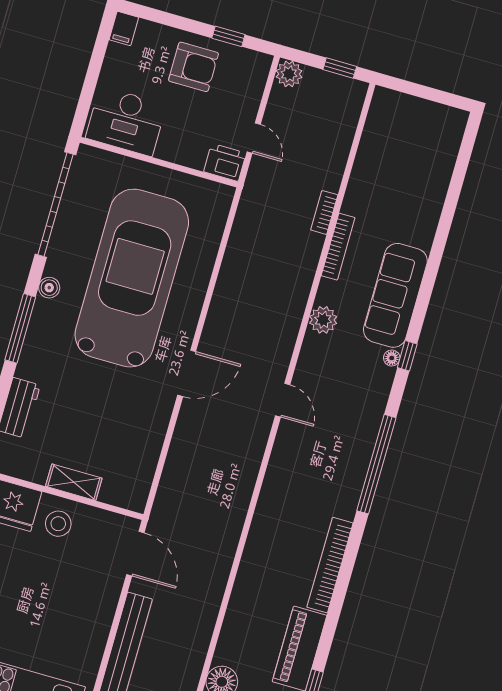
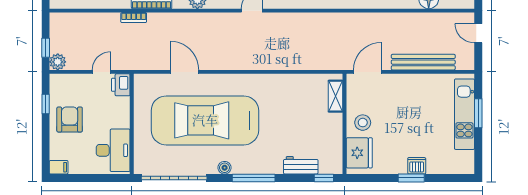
window: (340, 68) -> (46, 48), moved
door: (187, 373) -> (184, 72), moved
shelving: (74, 482) -> (336, 96), moved

